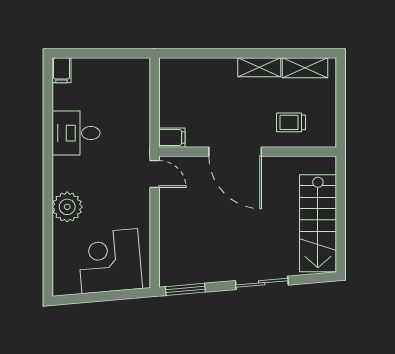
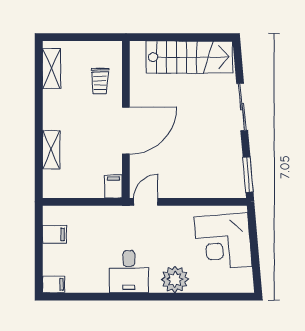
shelving: (259, 67) -> (51, 150), moved
filing cabinet: (118, 71) -> (54, 234), added
desk: (76, 133) -> (129, 272), moved

